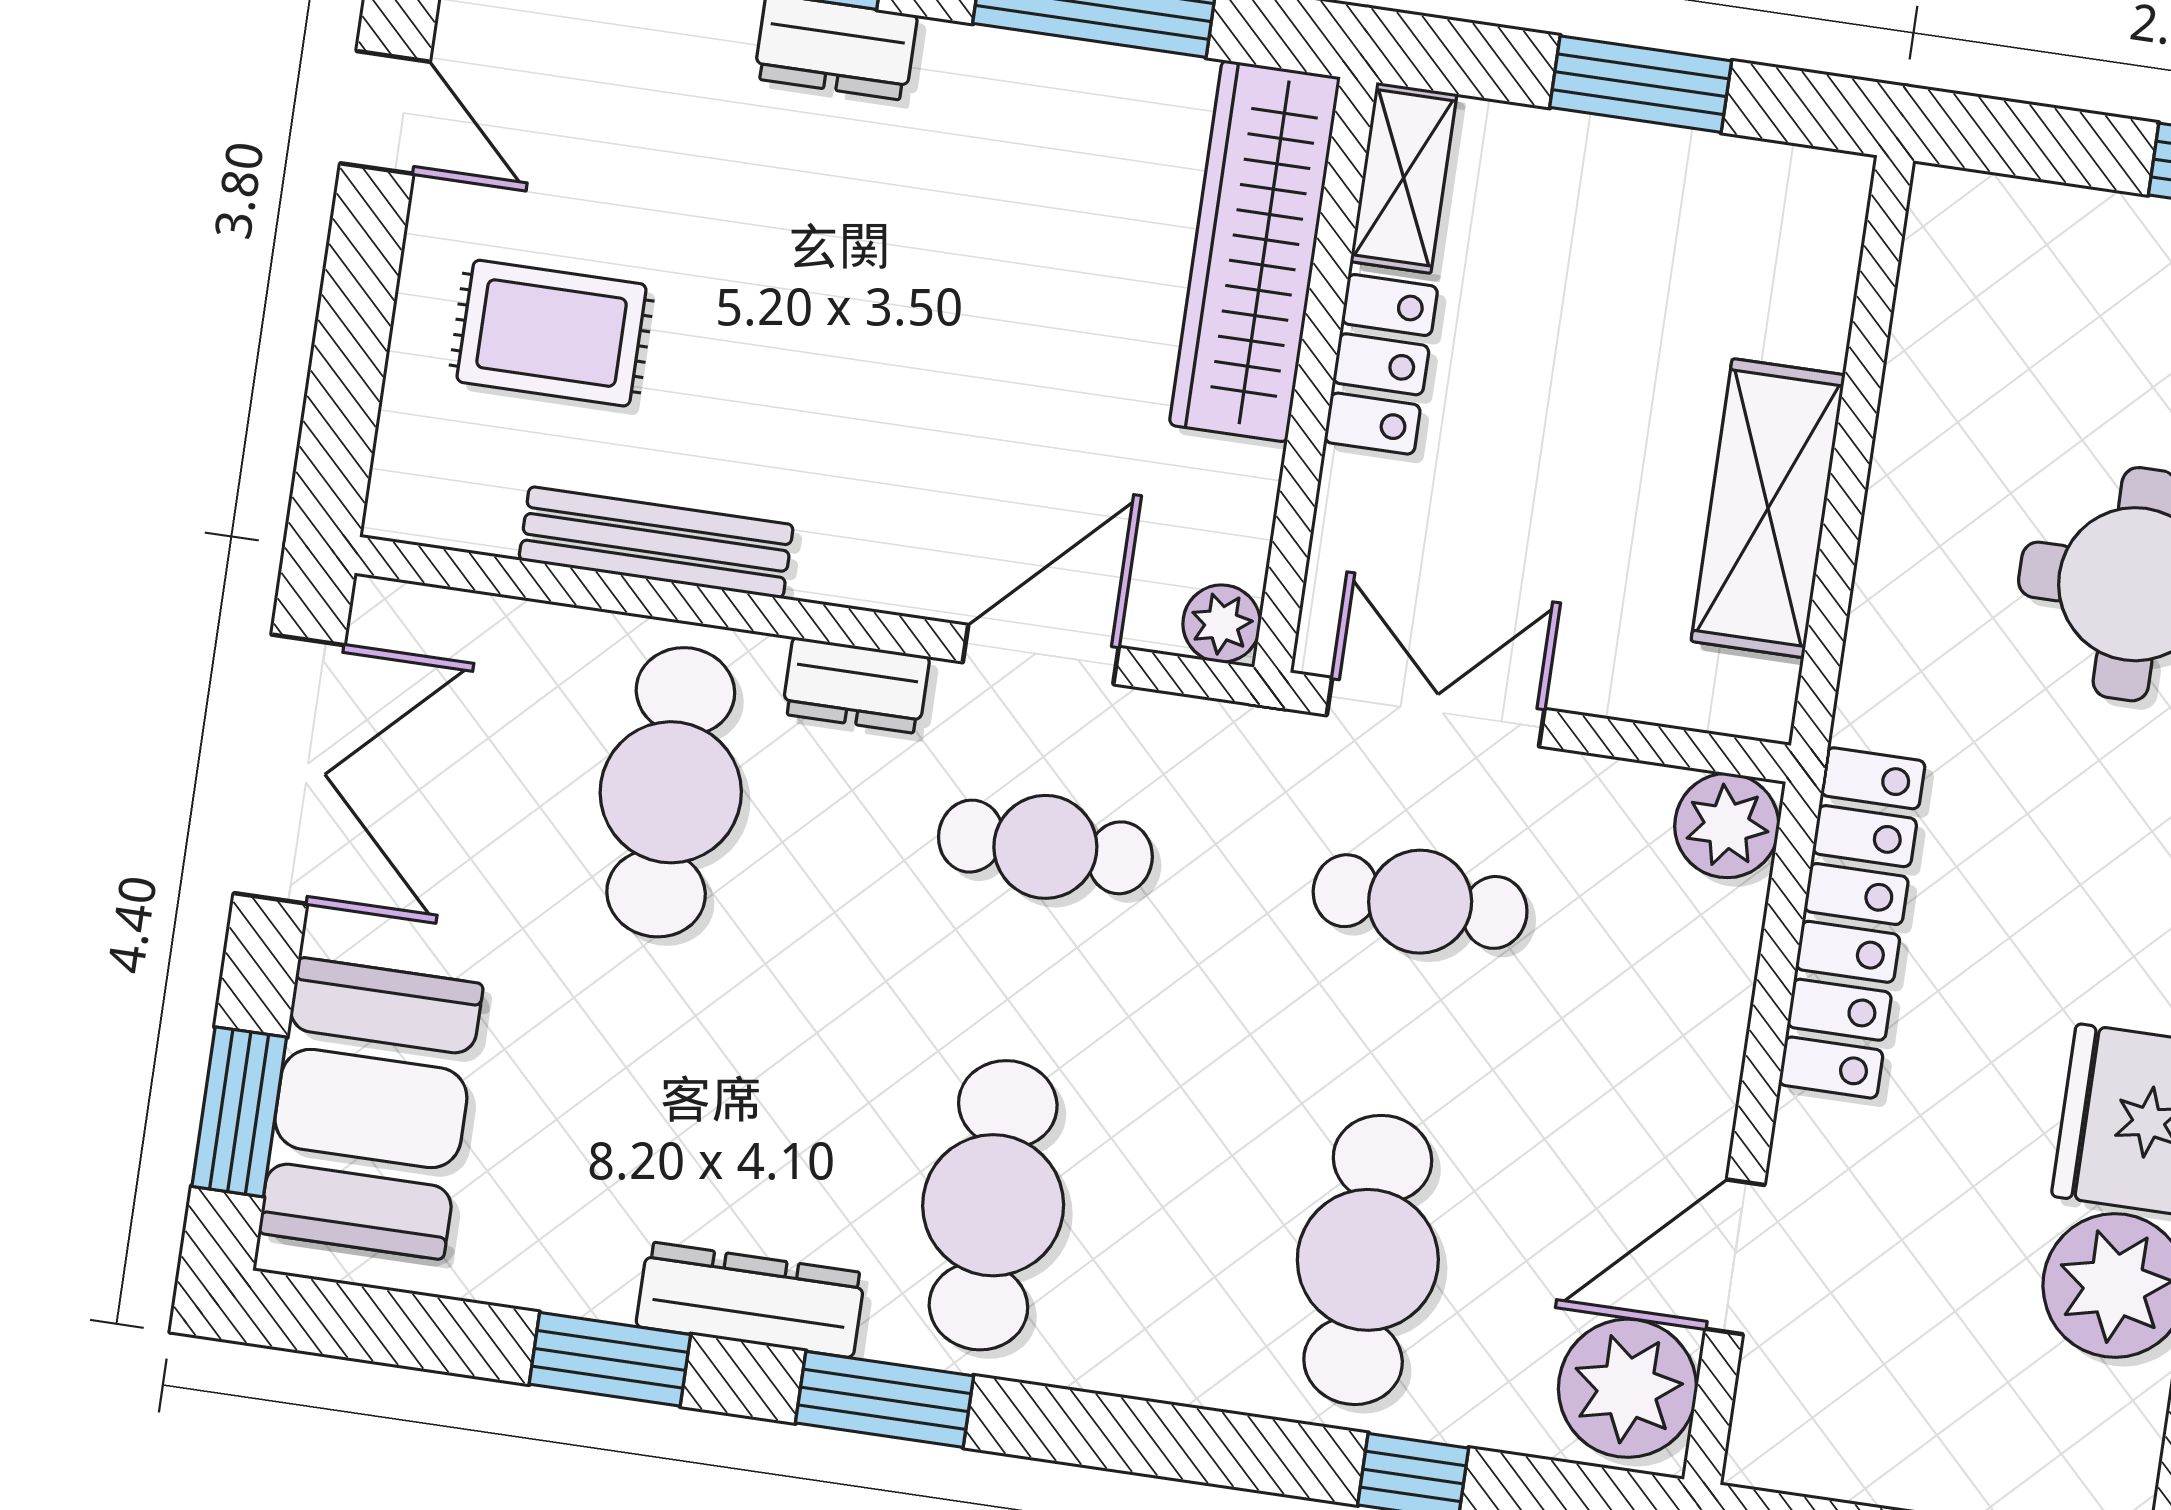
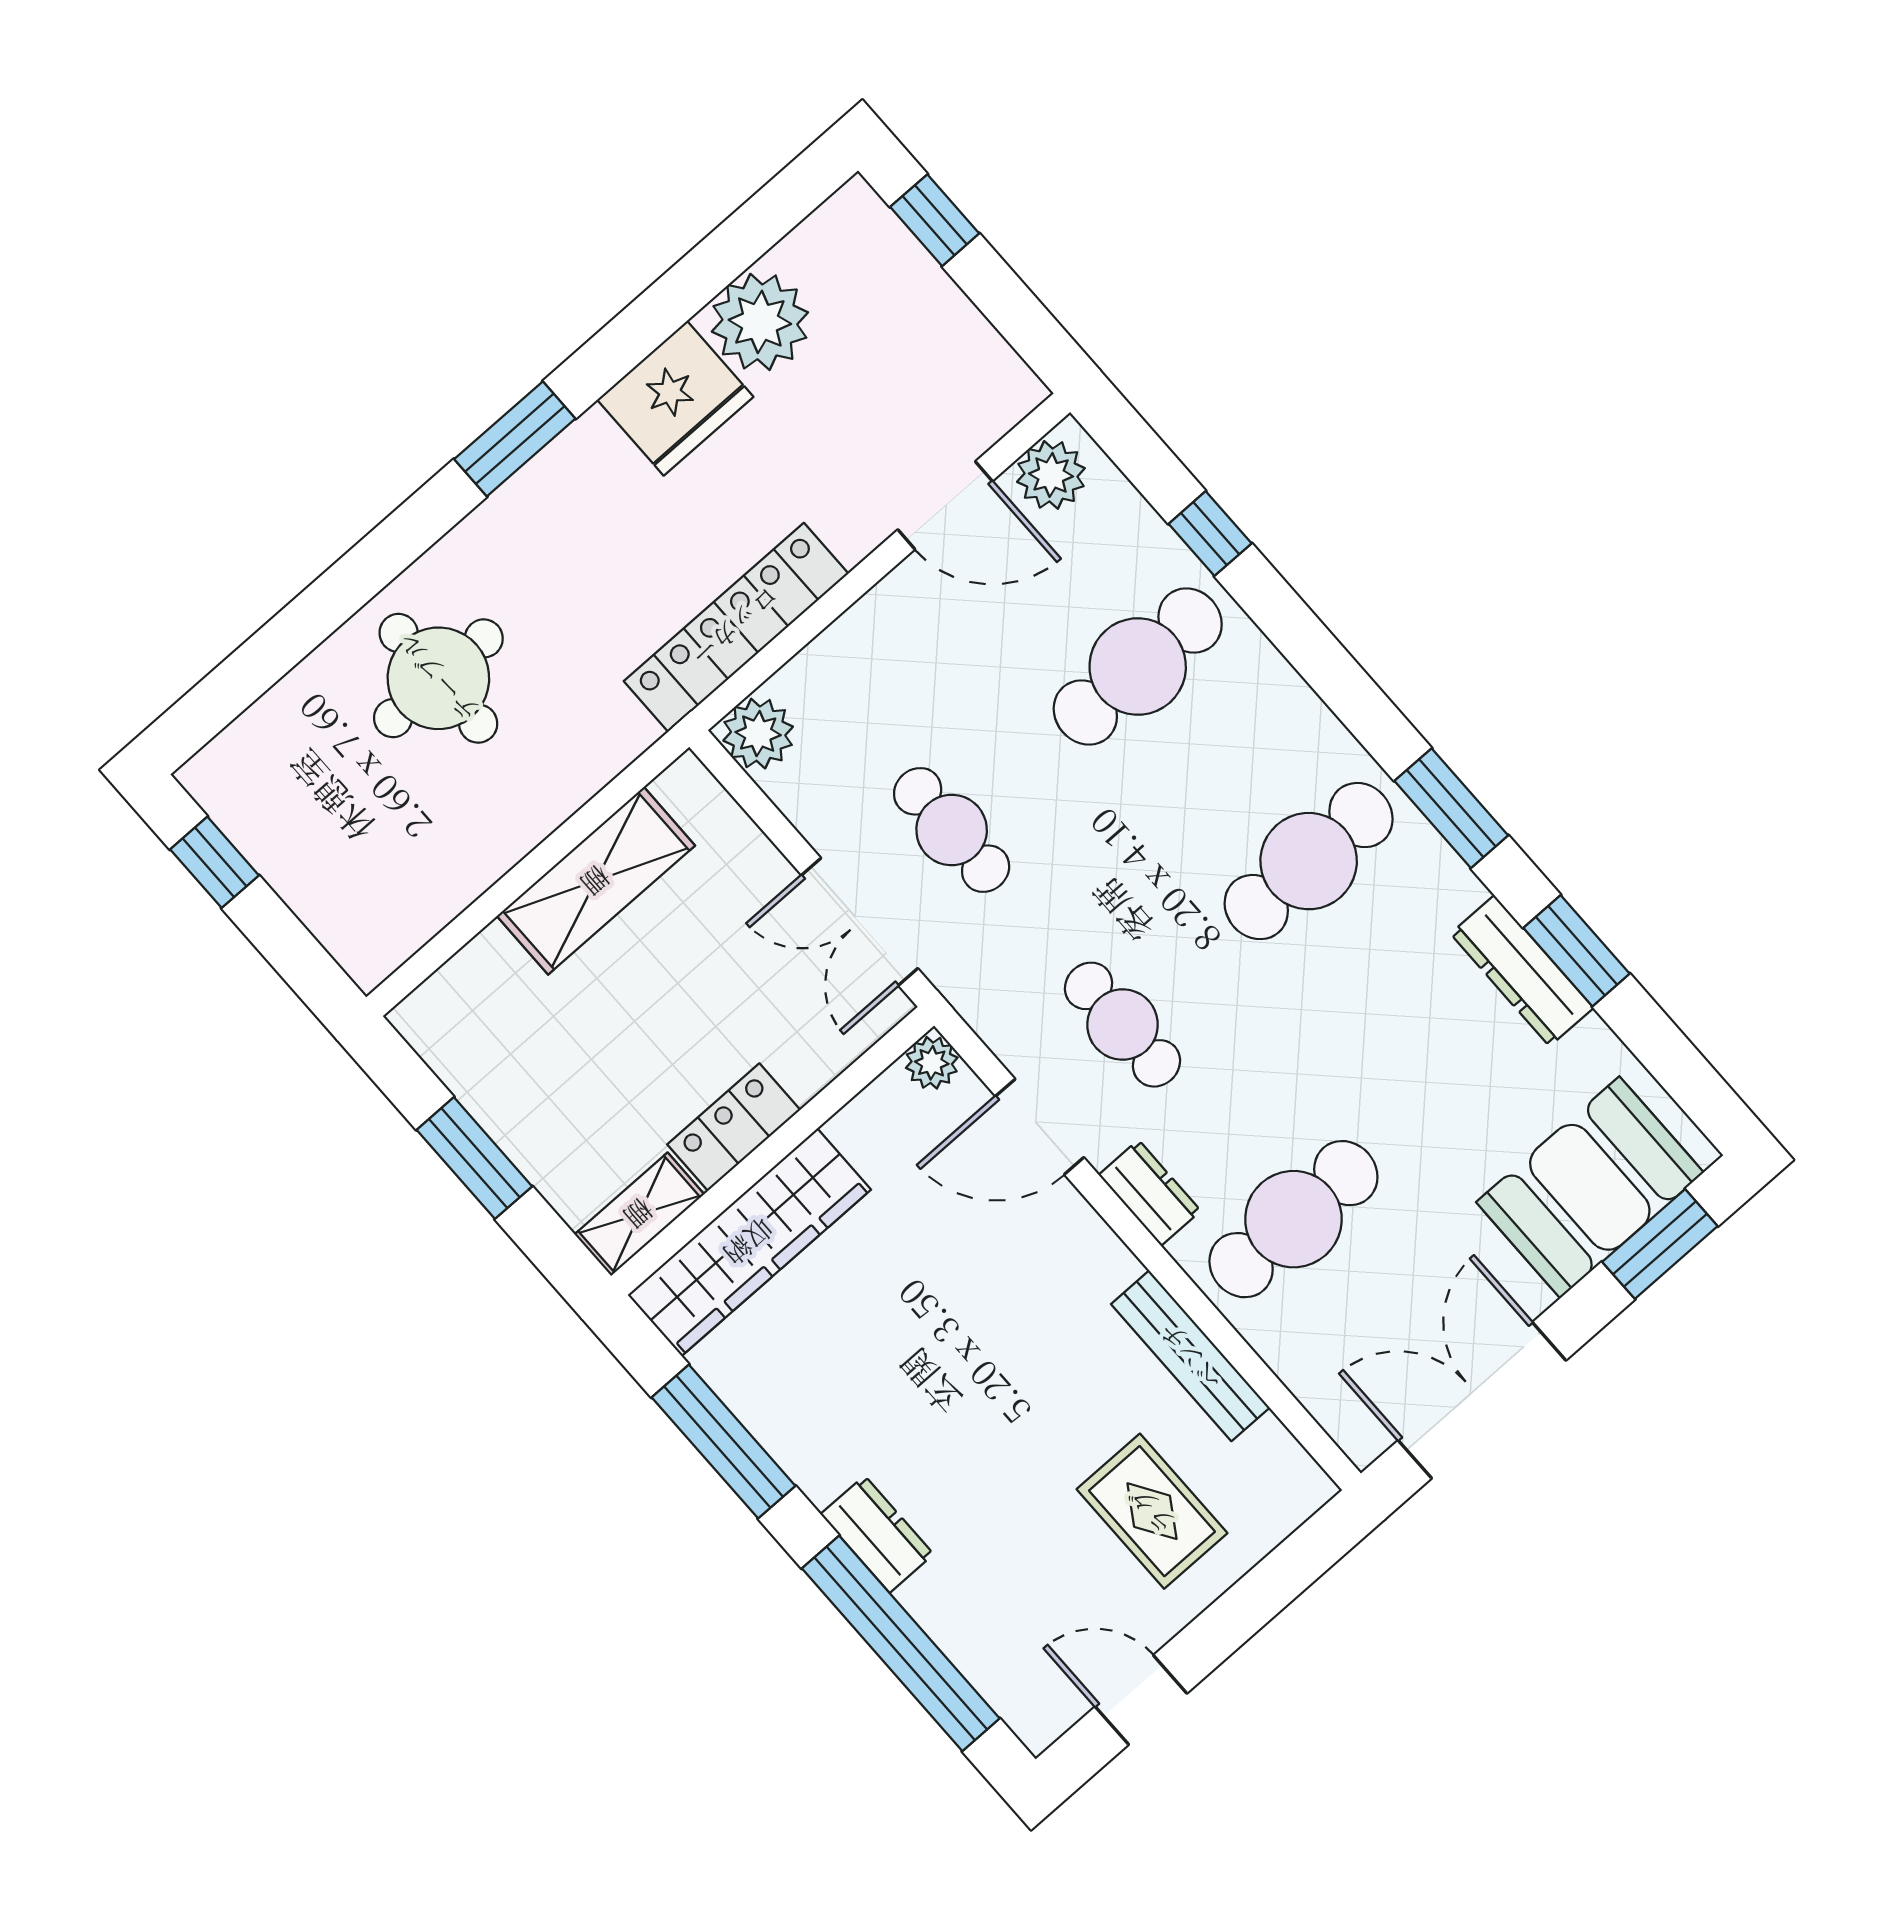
door: (385, 112) -> (1141, 1700), hinge flipped
dresser: (750, 1300) -> (1522, 971), moved
plant: (1628, 1388) -> (1051, 475), width x0.73, depth x0.73

